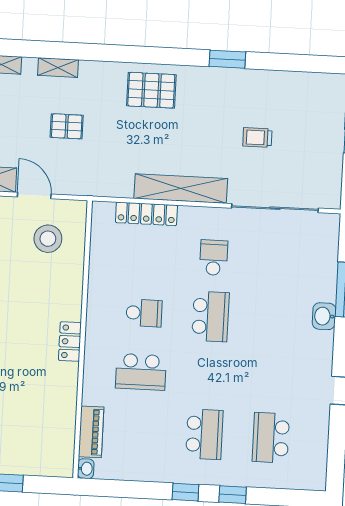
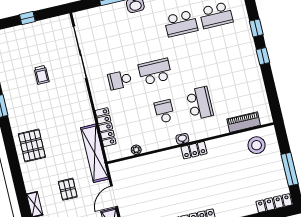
shelving: (181, 189) -> (95, 153), moved
stool: (48, 239) -> (257, 145), moved
plant: (97, 251) -> (136, 150), added
school desk: (204, 434) -> (181, 24), moved, turned 180
washbasin: (86, 469) -> (182, 139), moved

